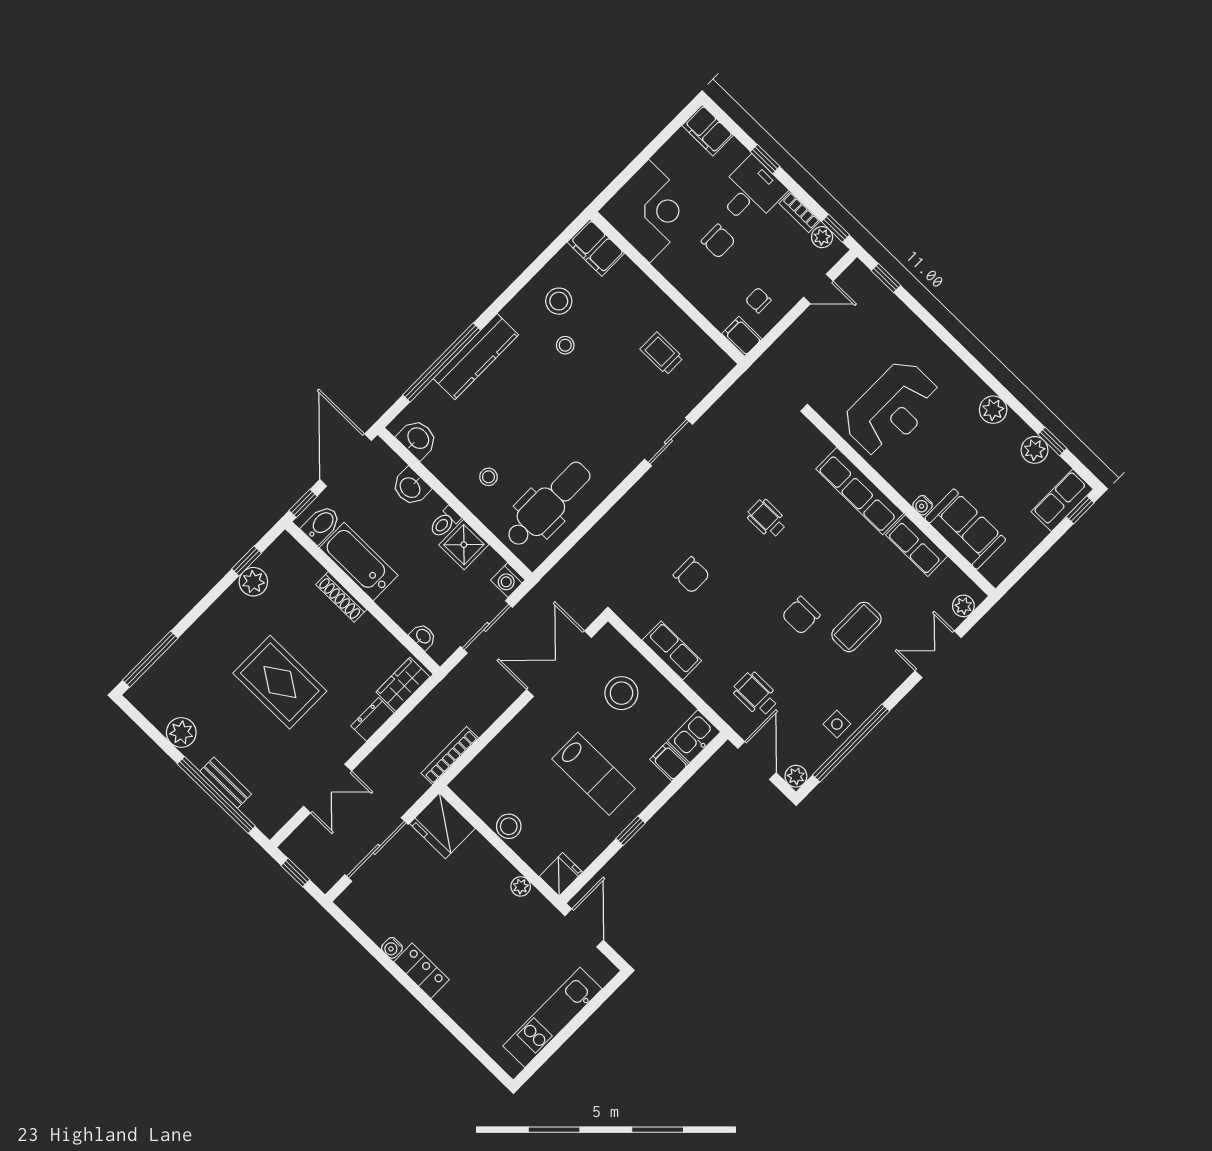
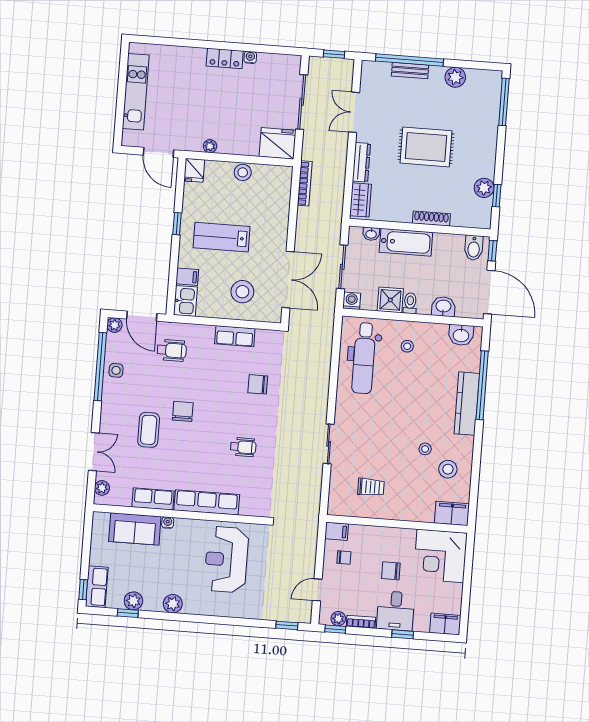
bathtub: (359, 562) -> (406, 242), moved
dresser: (373, 719) -> (361, 162), width x1.44

